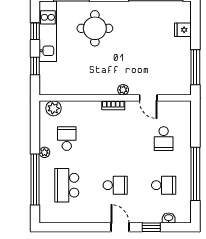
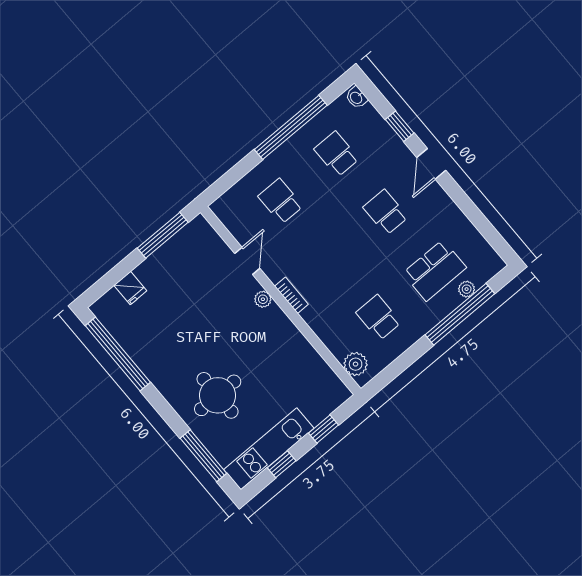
school desk: (67, 139) -> (379, 318), turned 90
school desk: (164, 139) -> (280, 201), turned -90
plant: (44, 152) -> (467, 289), moved
washbasin: (169, 218) -> (356, 98), moved

